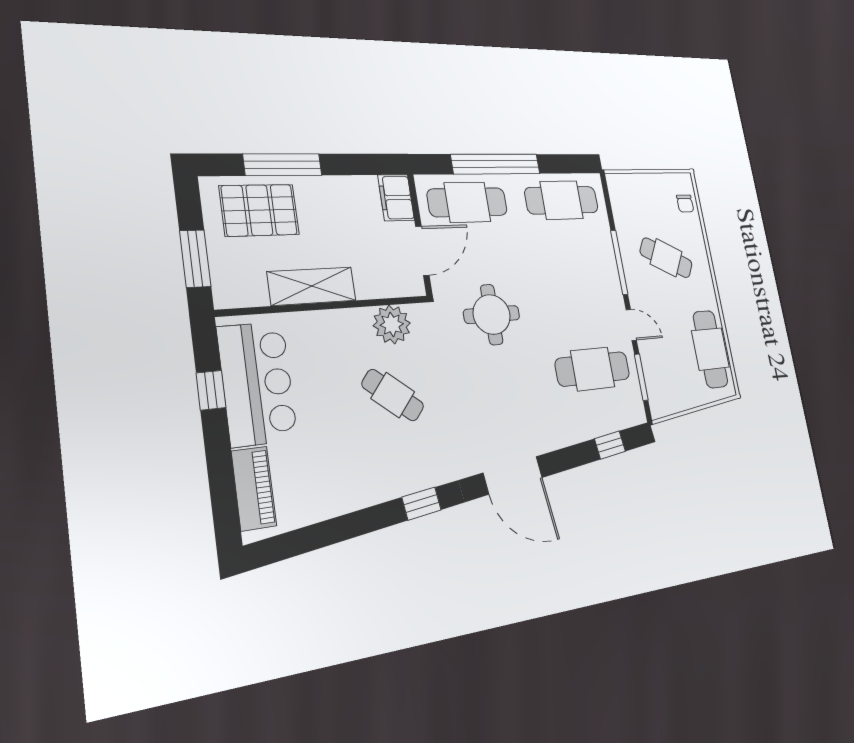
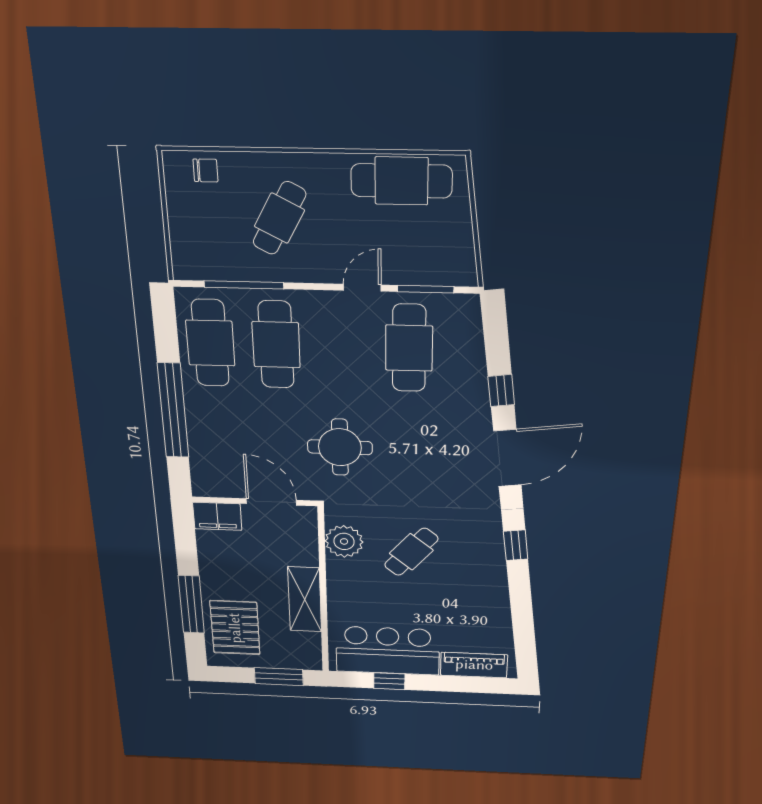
cafe table: (467, 202) -> (276, 345), moved
window: (619, 262) -> (244, 285), moved
window: (610, 445) -> (501, 391), moved

